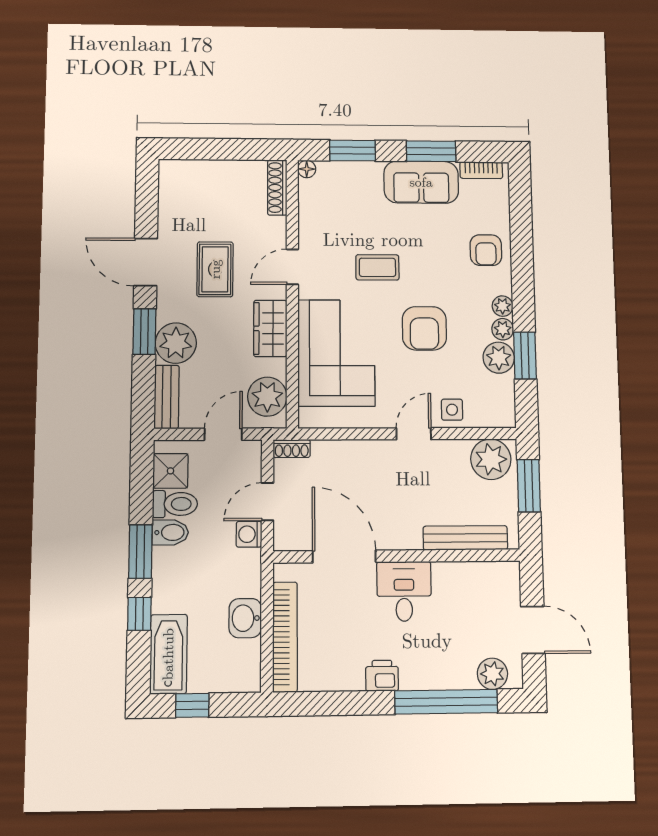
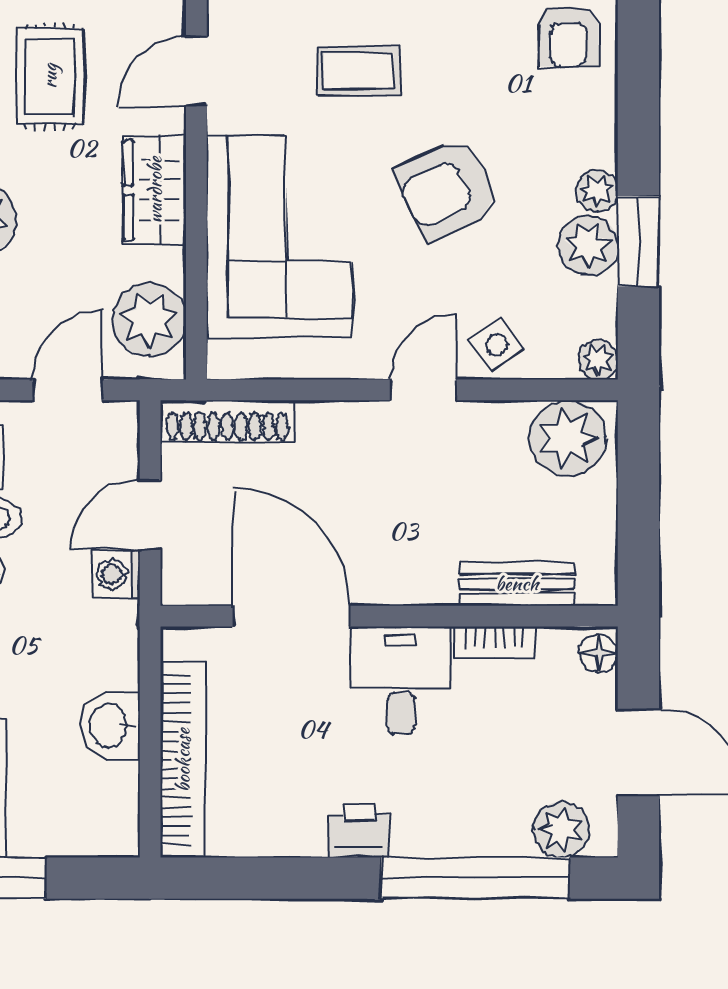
plant: (503, 306) -> (598, 360), moved
armchair: (424, 328) -> (447, 189), turned 64
side table: (452, 410) -> (497, 345), turned -36
shoe rack: (292, 449) -> (227, 421), width x1.94, depth x1.24
window: (529, 486) -> (638, 488), removed
bench: (465, 538) -> (517, 584), width x0.73
bookcase: (454, 570) -> (495, 642), added
floor lamp: (510, 575) -> (599, 653), added

